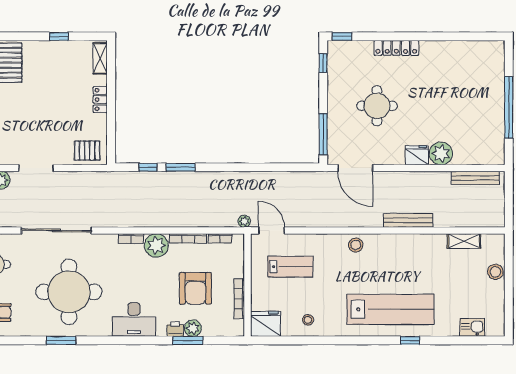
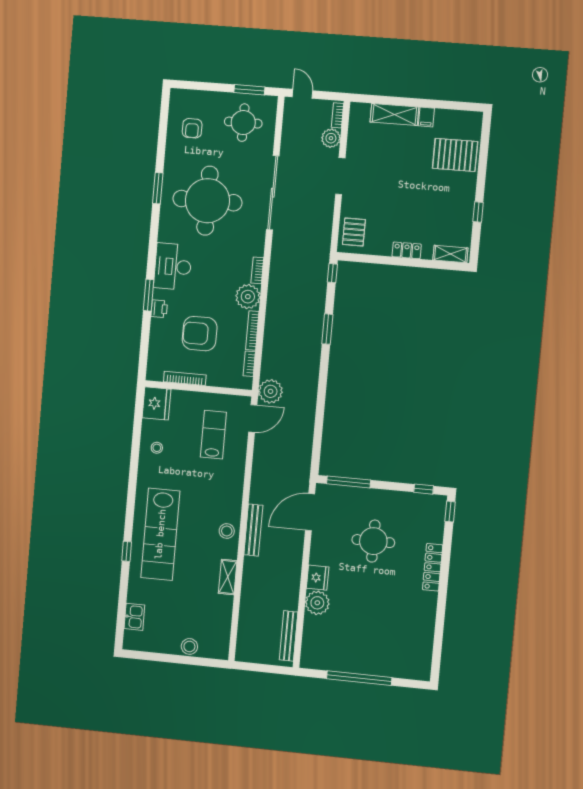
window: (148, 167) -> (332, 273), moved
bench: (408, 220) -> (253, 530), moved
plant: (244, 221) -> (271, 391), width x1.88, depth x1.88
shelving: (464, 241) -> (228, 577), moved
stool: (356, 245) -> (227, 531), moved
lab bench: (290, 267) -> (213, 435), turned 180
plant: (193, 328) -> (159, 327), removed
window: (188, 340) -> (149, 295), moved

